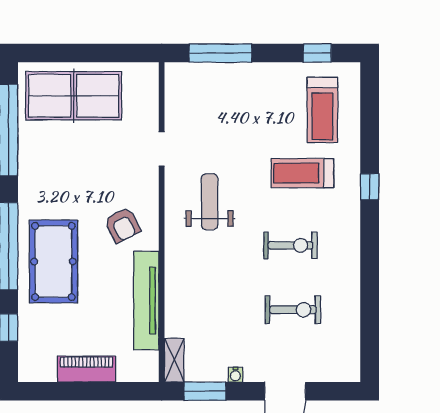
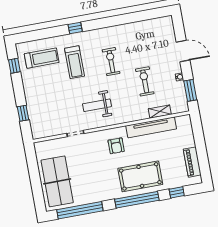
window: (220, 53) -> (23, 113), width x0.46
armchair: (122, 225) -> (116, 146), turned 117
exercise bike: (293, 310) -> (145, 81), moved
shelving: (174, 360) -> (160, 112), moved
piano: (86, 369) -> (192, 162), moved

